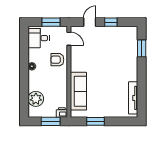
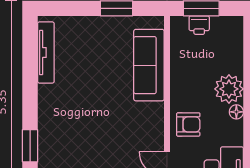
plant: (36, 99) -> (229, 89), moved
printer: (62, 113) -> (199, 25), moved

